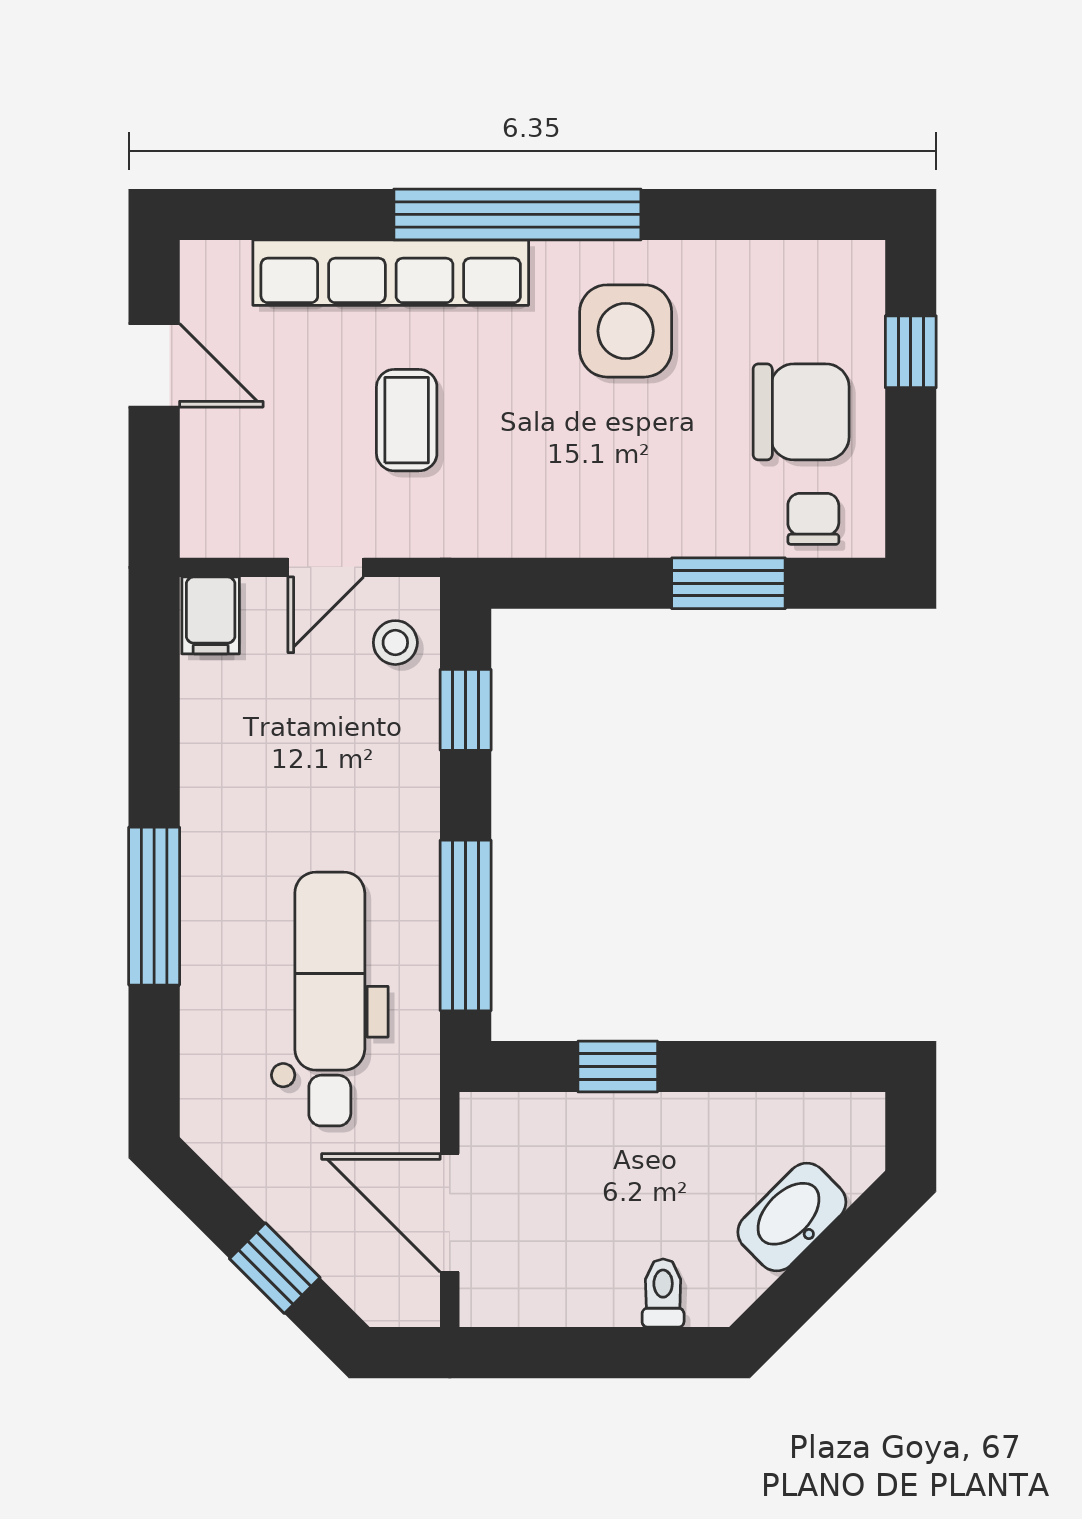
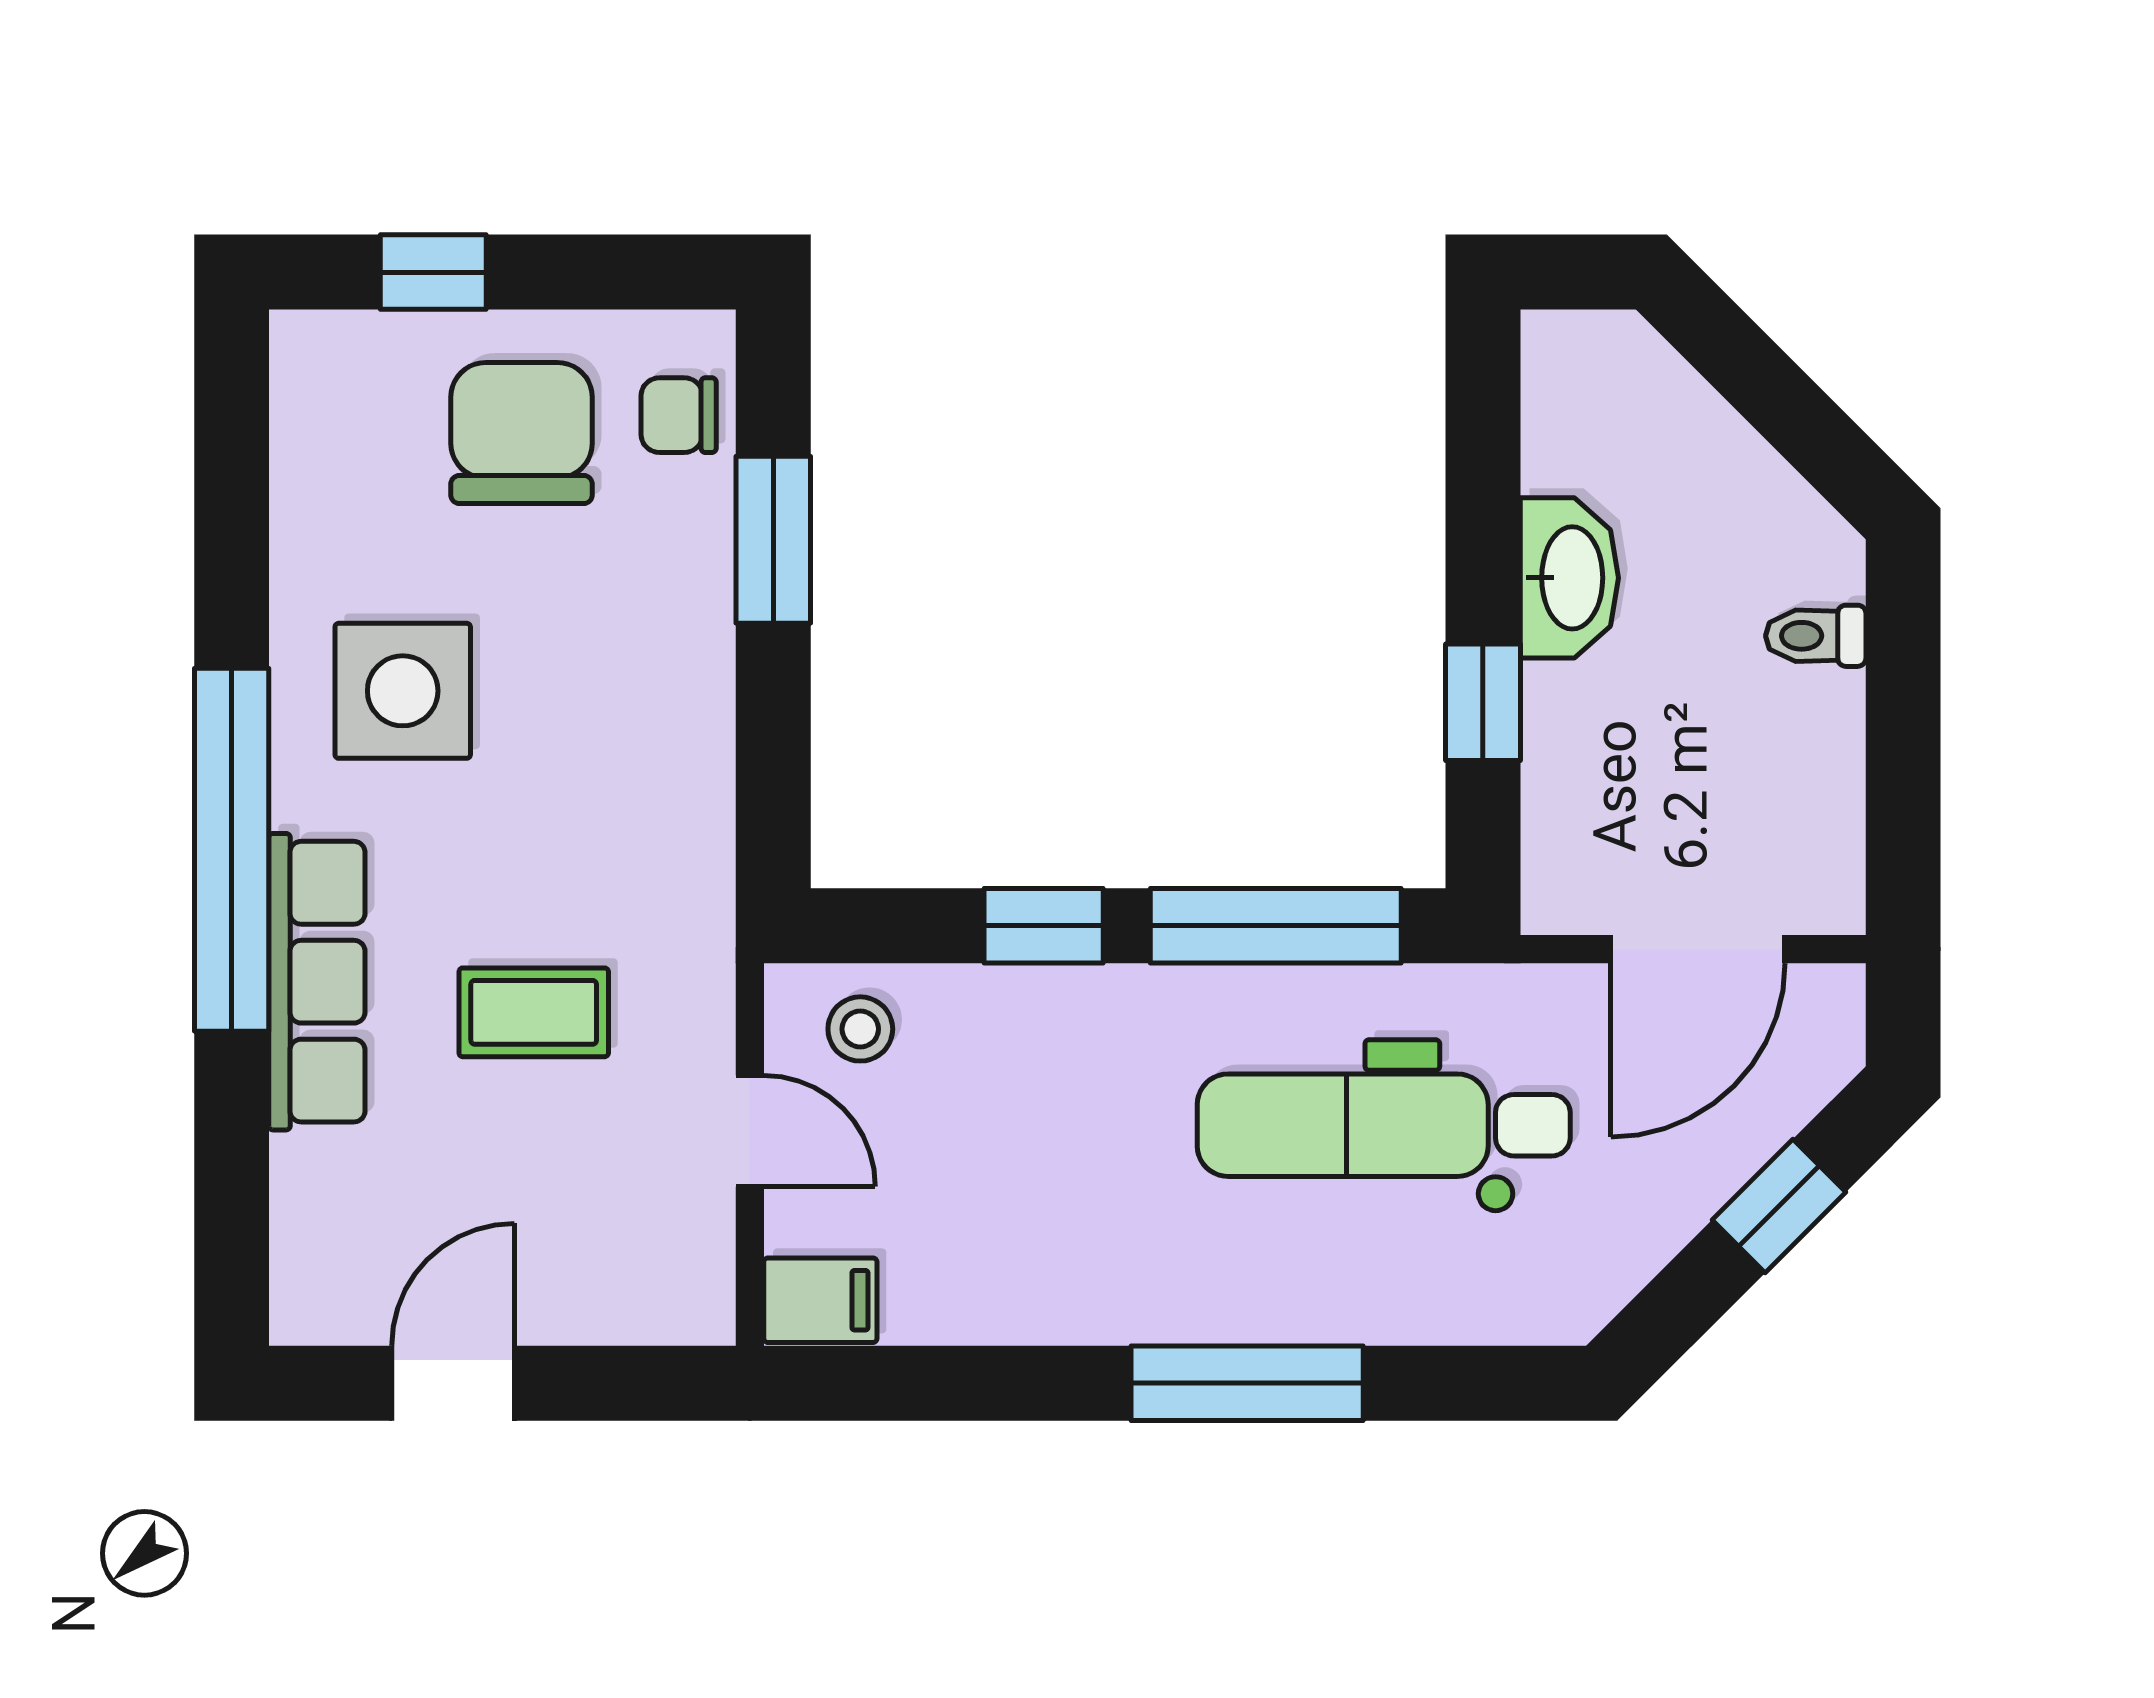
row of seats: (391, 273) -> (317, 982), width x0.73
window: (466, 710) -> (1044, 926), moved
washbasin: (792, 1217) -> (1569, 578), moved, turned -135

